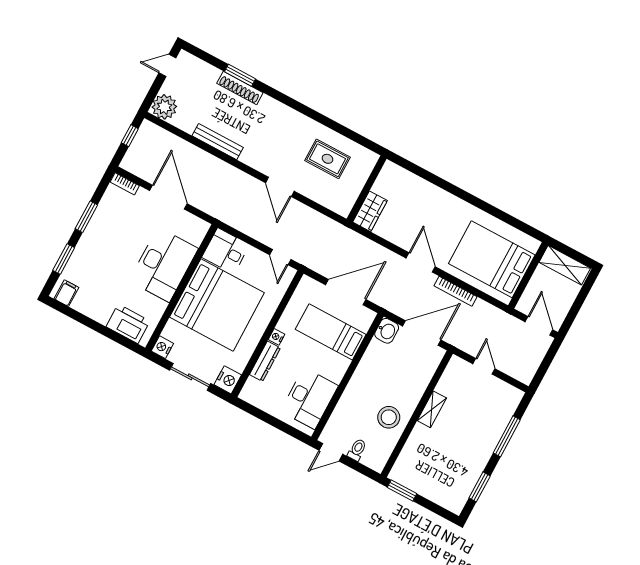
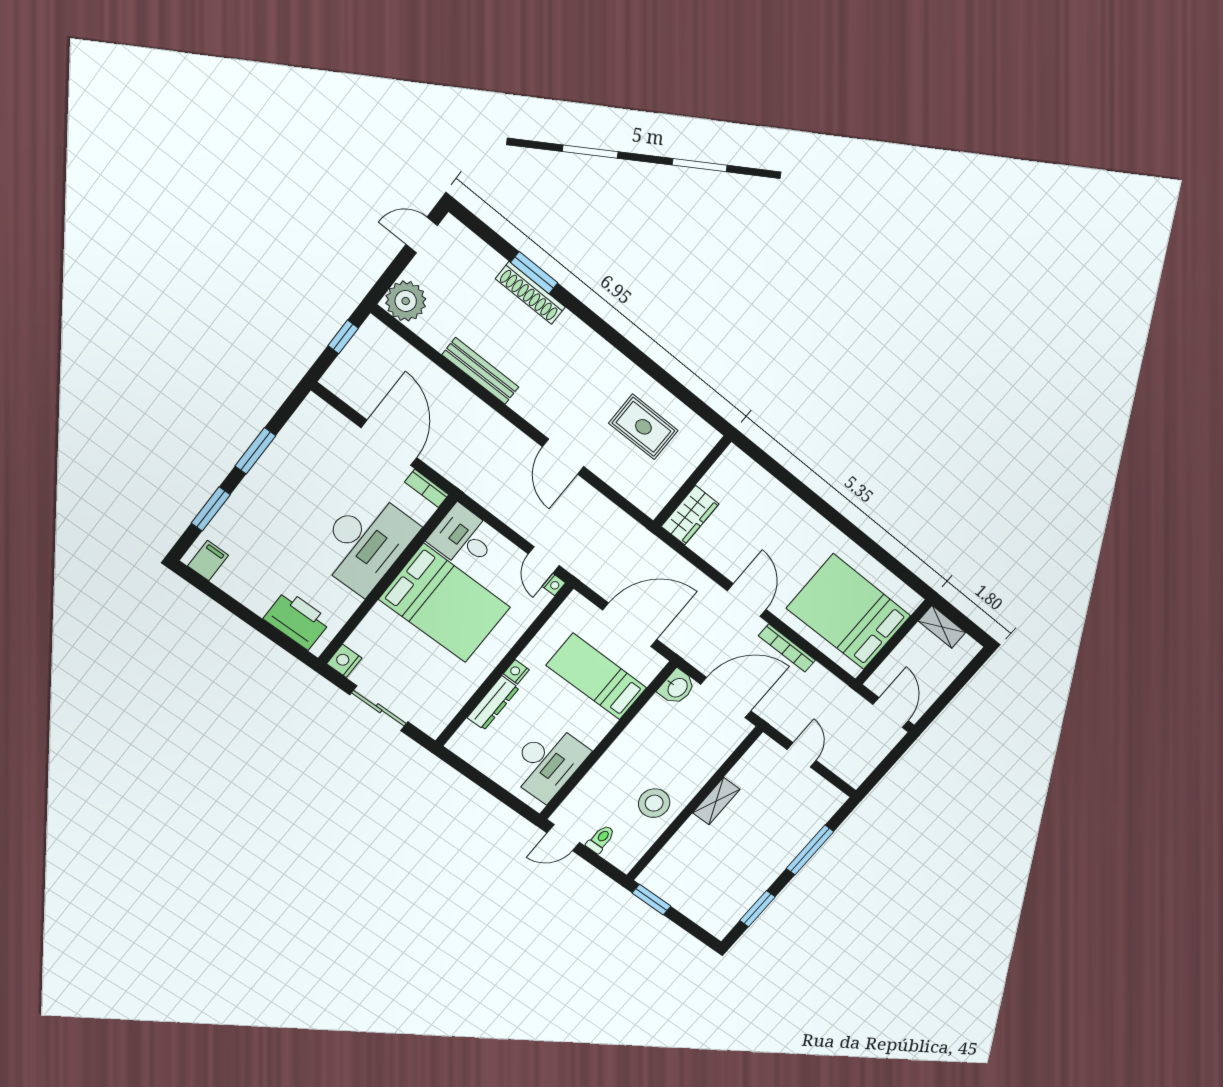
bookcase: (125, 184) -> (427, 488), moved
shelving: (565, 265) -> (942, 627), width x0.67, depth x0.75
bed: (217, 305) -> (445, 603), width x0.73
nightstand: (228, 380) -> (554, 585), moved, width x0.53, depth x0.56

